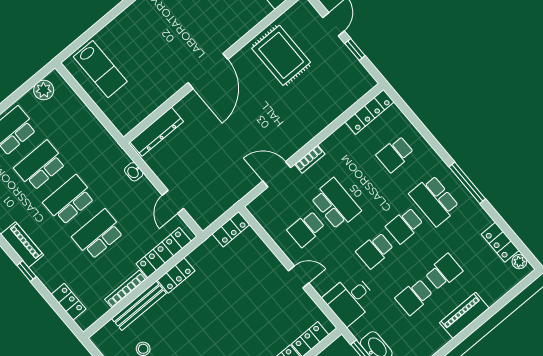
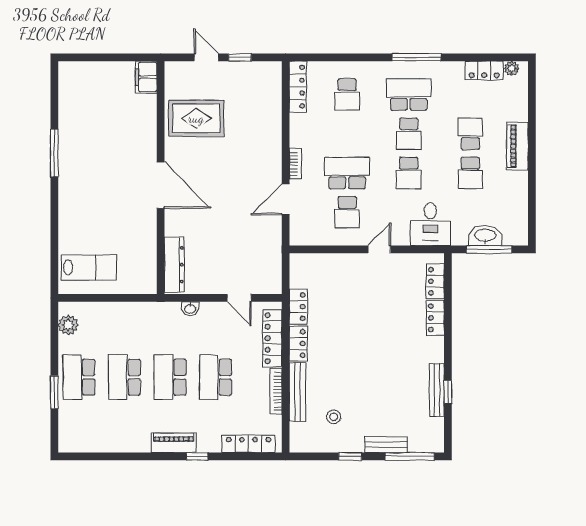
school desk: (434, 201) -> (409, 94), turned 180
locker: (231, 229) -> (298, 307), moved
locker: (69, 302) -> (248, 444), width x1.53

